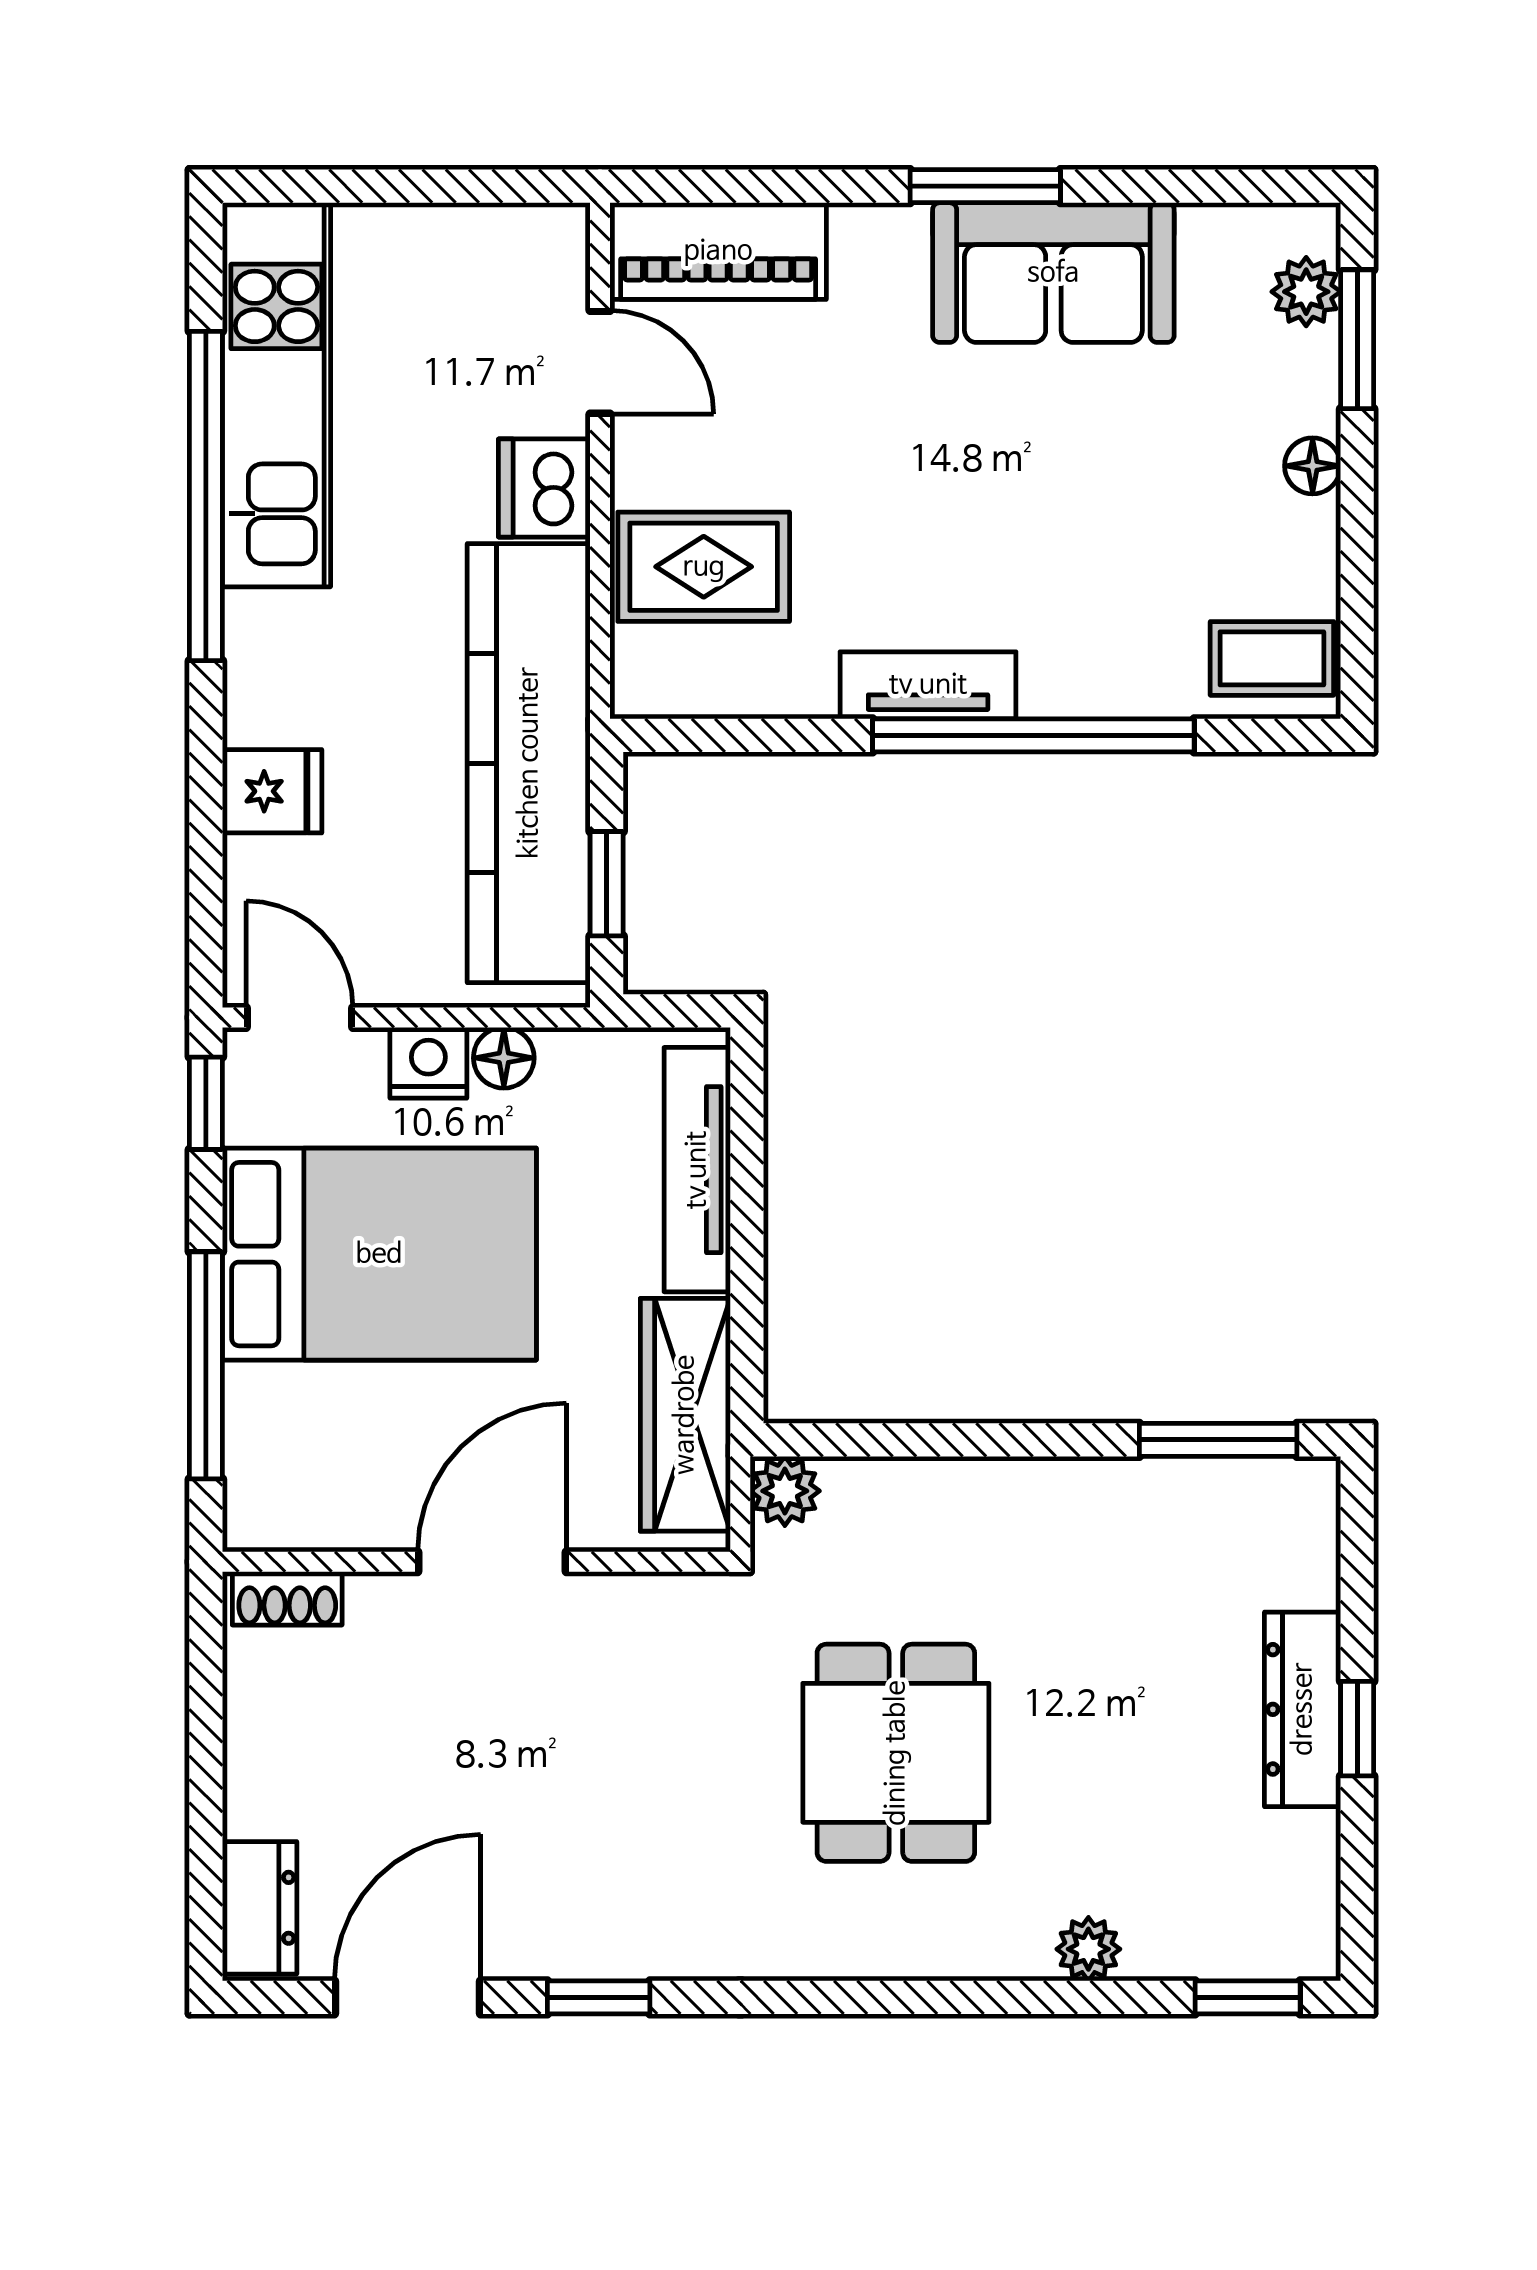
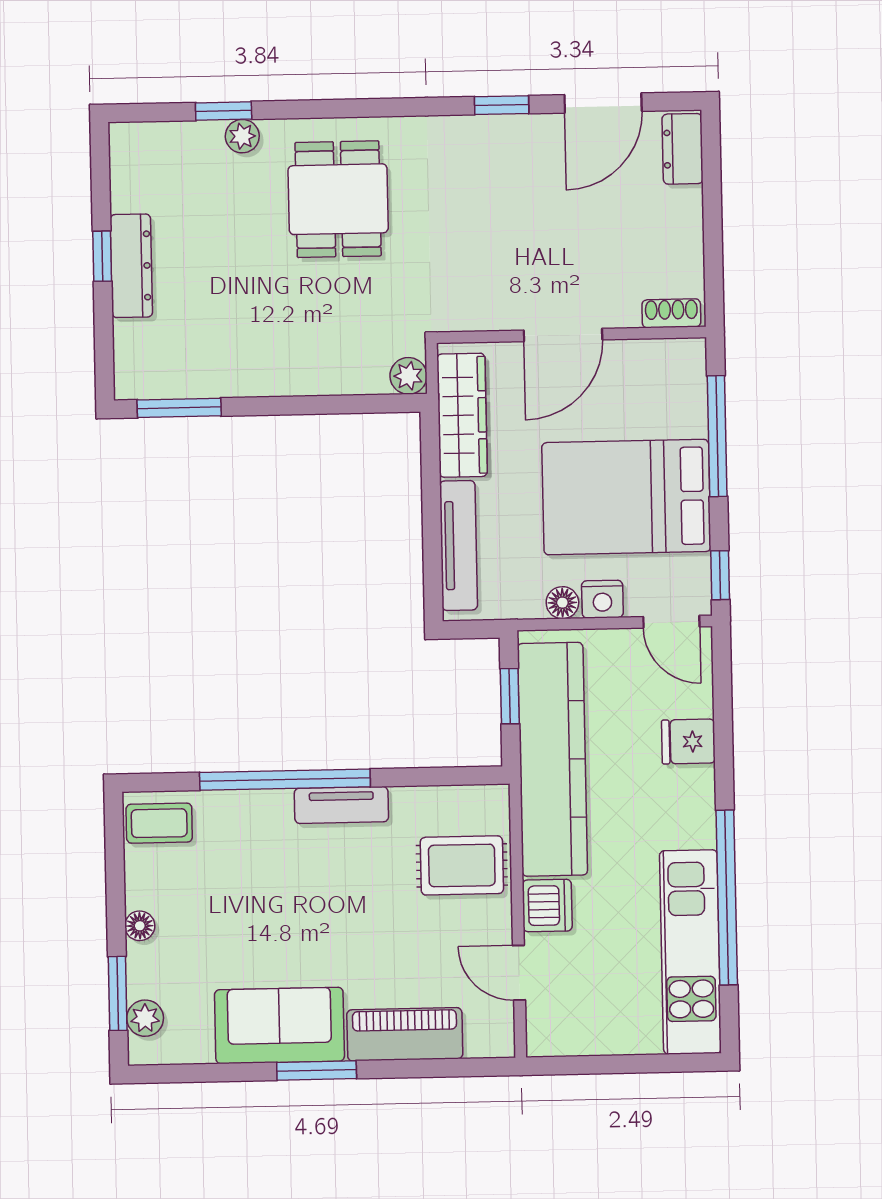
piano: (718, 251) -> (405, 1034), moved
dining table: (896, 1753) -> (338, 199), moved
window: (1248, 1997) -> (224, 111), moved

